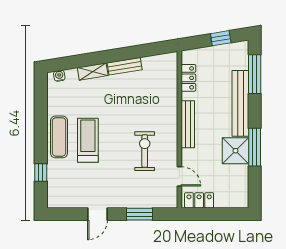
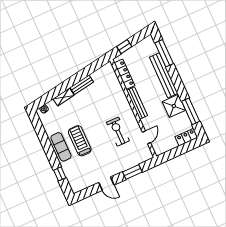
window: (221, 38) -> (124, 47), moved
locker: (188, 78) -> (124, 74), width x1.53
window: (255, 147) -> (191, 111), moved
door: (179, 176) -> (146, 137), hinge flipped
locker: (199, 200) -> (186, 137), moved
door: (97, 214) -> (106, 184), hinge flipped

